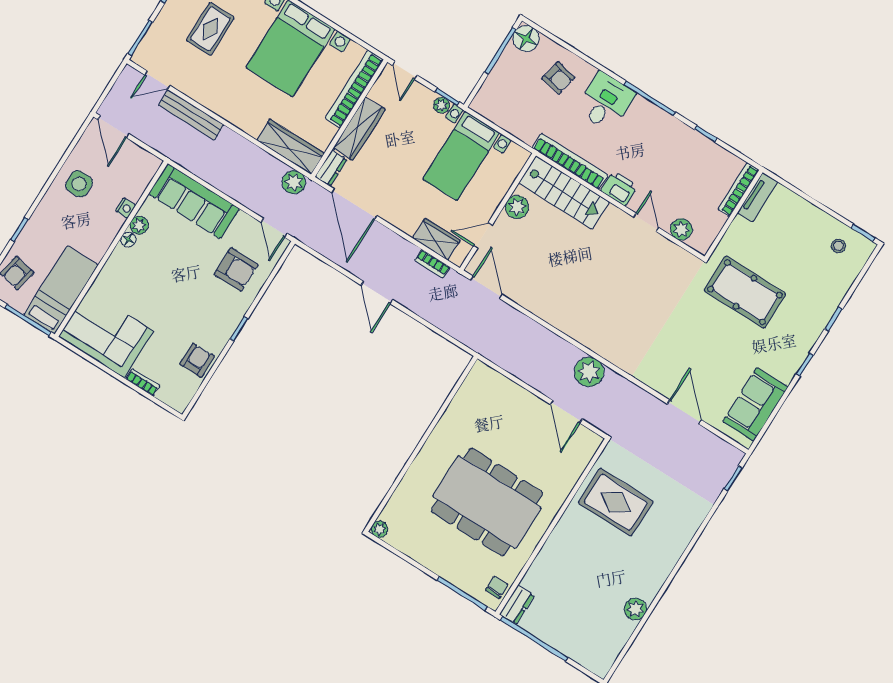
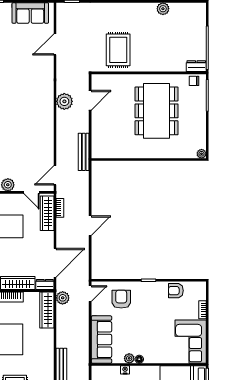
wardrobe: (436, 239) -> (47, 213), width x1.50
bench: (494, 353) -> (84, 152), added

